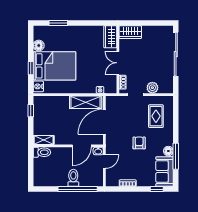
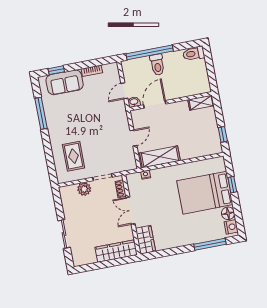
window: (58, 23) -> (210, 244), width x1.44
wardrobe: (130, 32) -> (116, 251), width x1.50
sliding door: (176, 54) -> (64, 234), width x0.54
double door: (118, 63) -> (130, 211), swing flipped
nightstand: (38, 86) -> (231, 227), moved
door: (104, 122) -> (133, 138), width x0.53
armchair: (139, 143) -> (87, 121), removed
floor lamp: (168, 151) -> (51, 118), removed
toilet: (42, 152) -> (194, 54), moved
sofa: (165, 172) -> (65, 82), moved, turned 90

